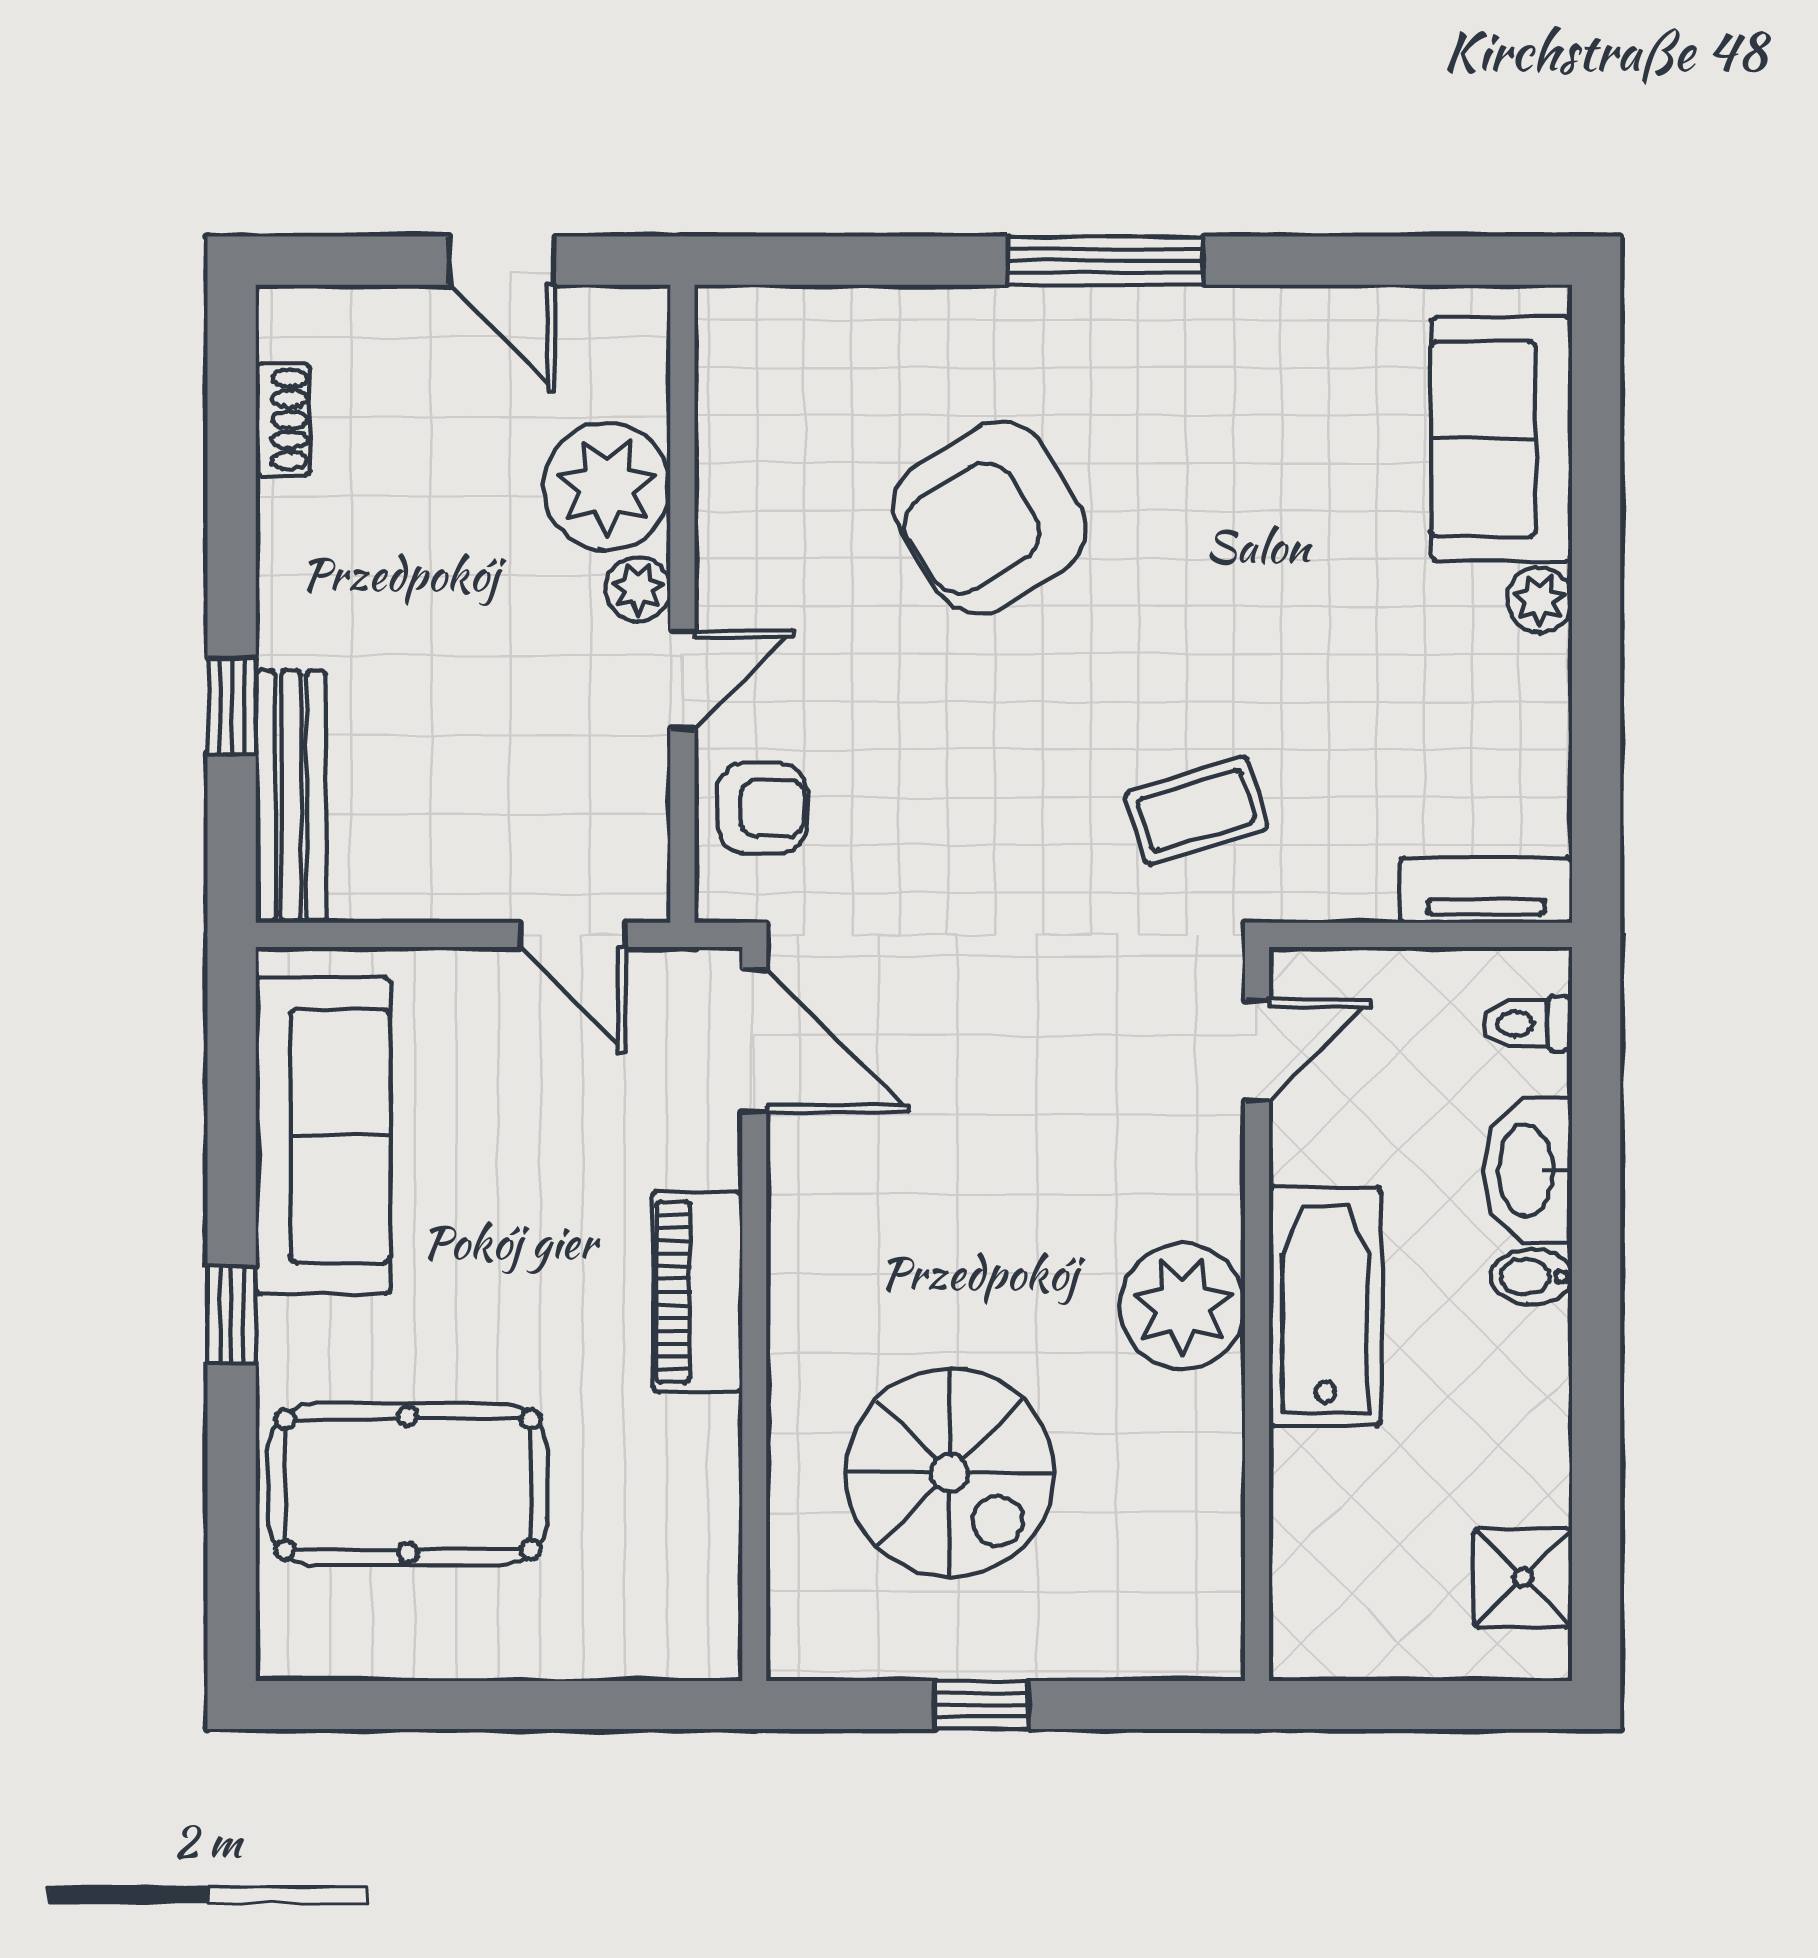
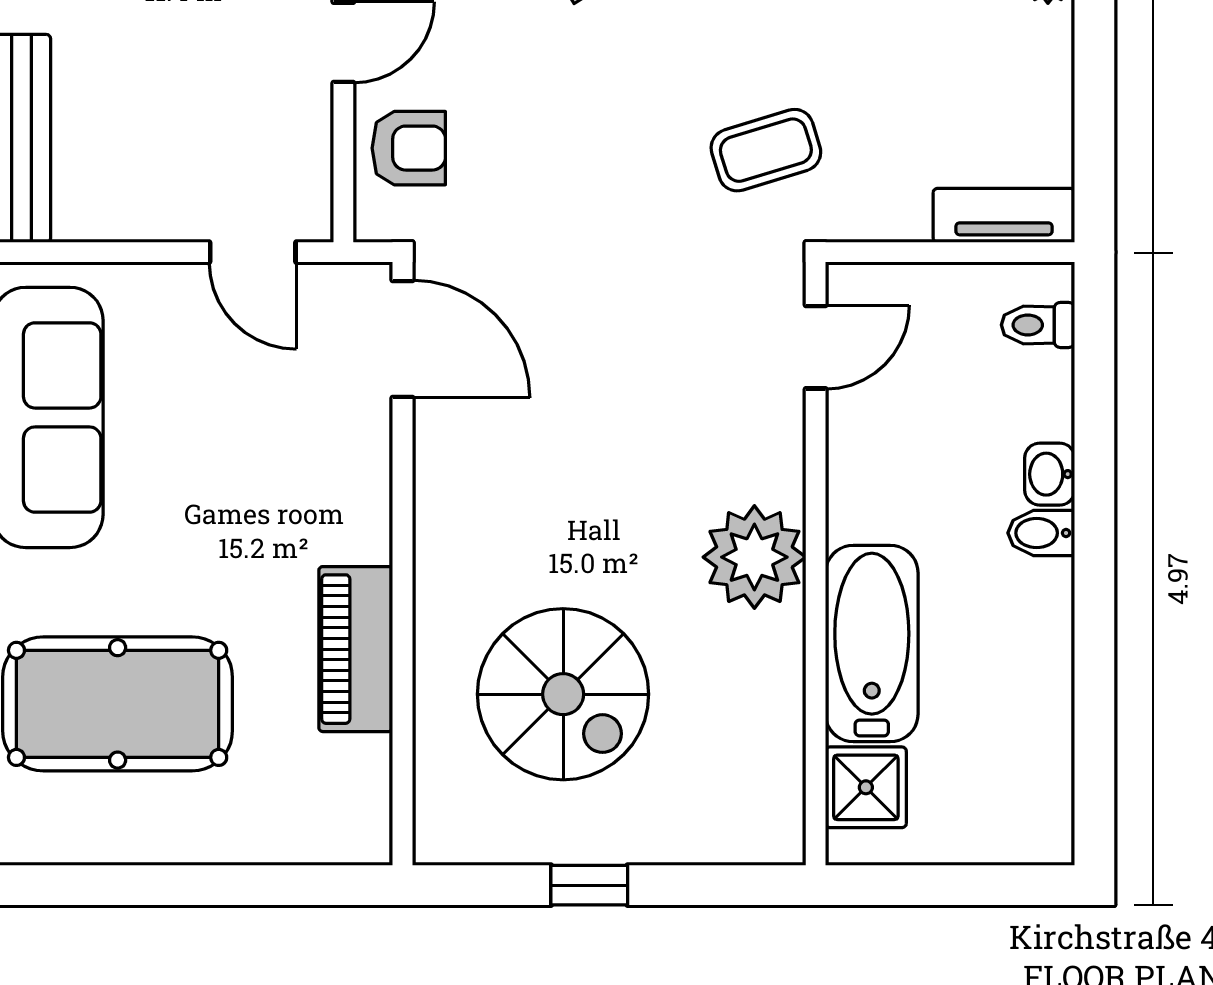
washbasin: (1528, 1170) -> (1050, 474), width x0.52, depth x0.69
piano: (697, 1292) -> (356, 649), moved
bathtub: (1325, 1306) -> (872, 644), moved
shower: (1523, 1578) -> (866, 787), moved

